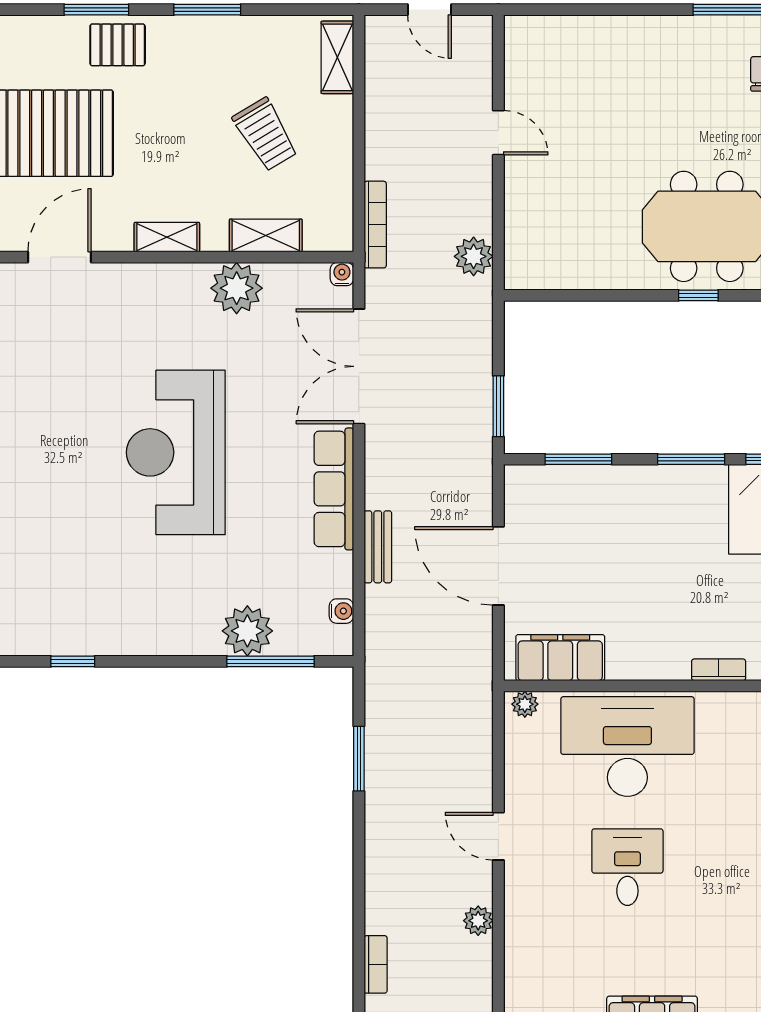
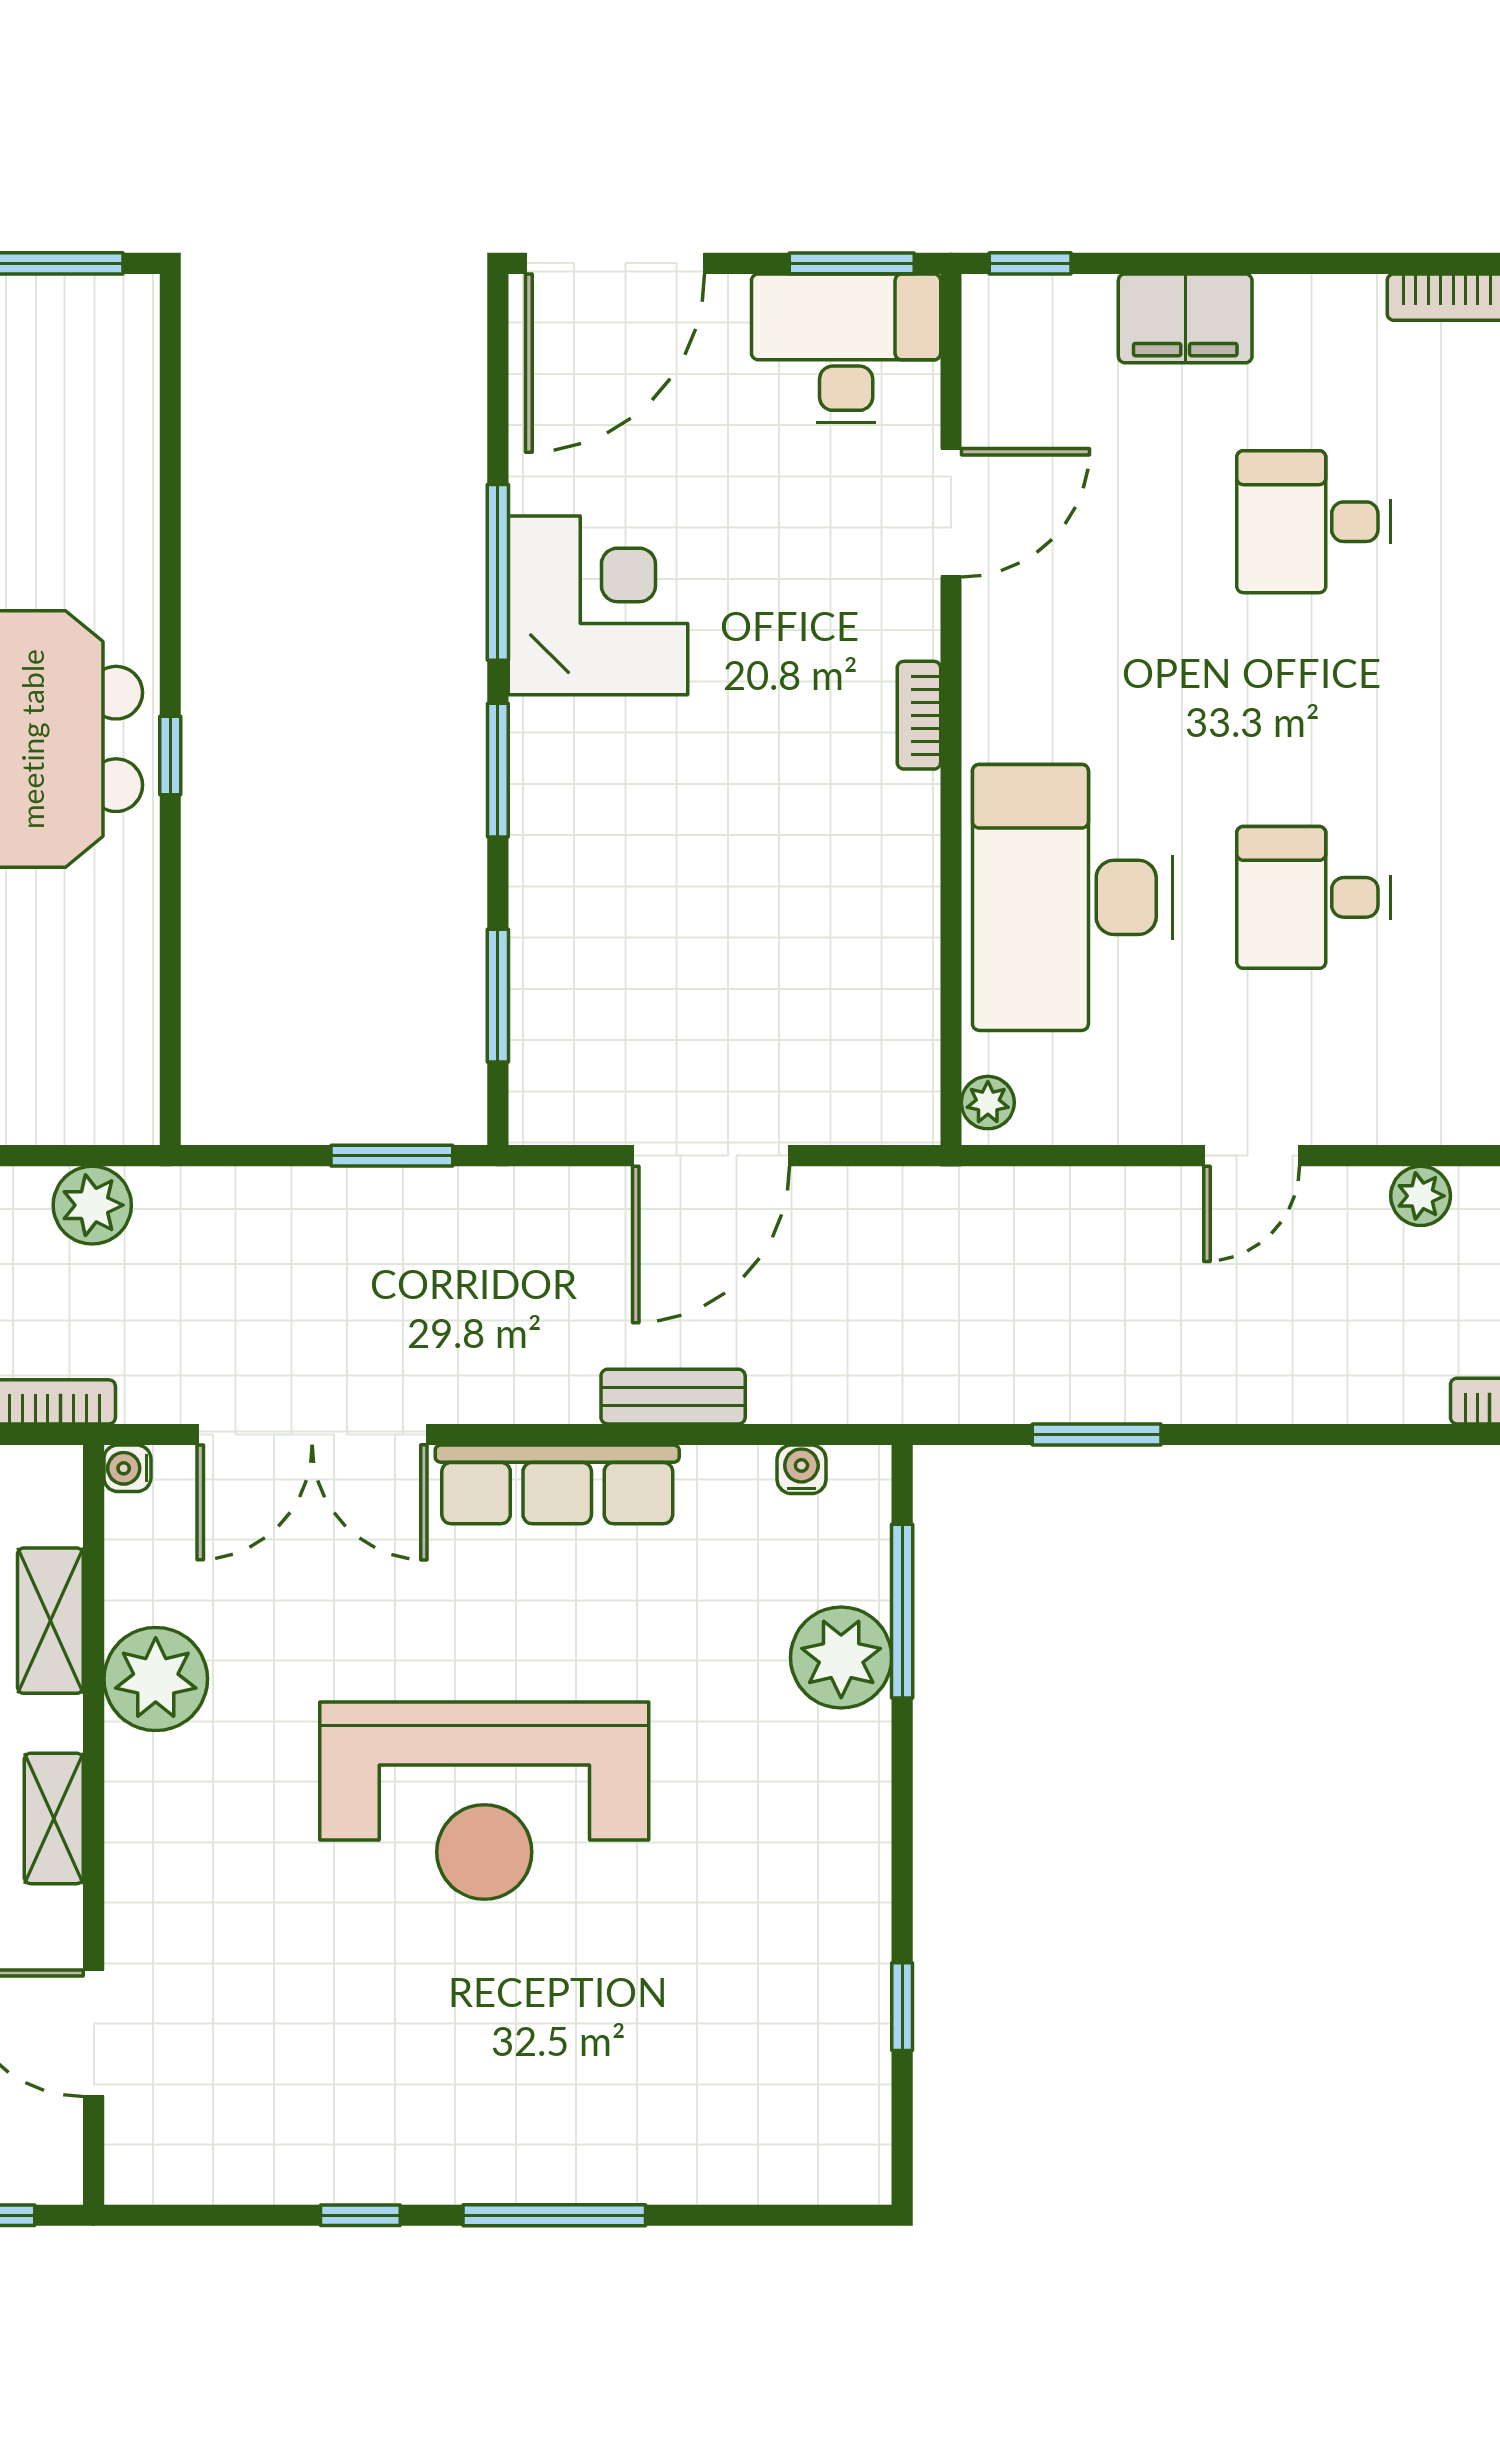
filing cabinet: (560, 658) -> (894, 1032), removed

